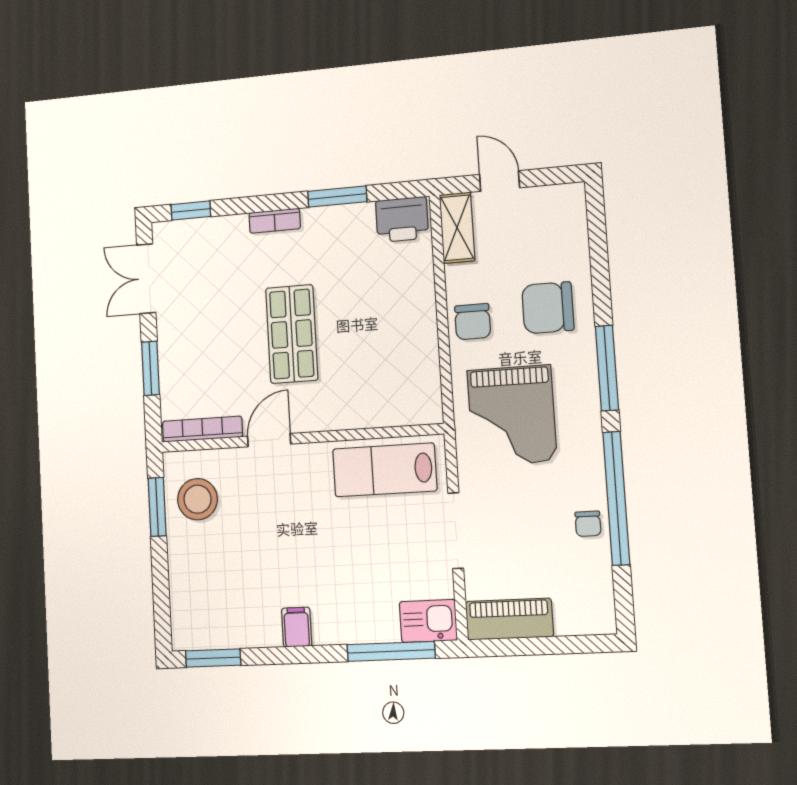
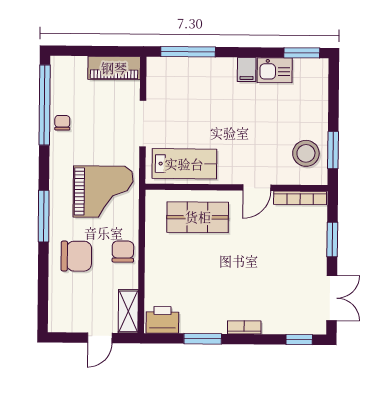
door: (500, 181) -> (100, 338), hinge flipped
shop shelf: (292, 334) -> (198, 217), moved, turned 90
grand piano: (512, 416) -> (103, 192), turned 90
window: (616, 498) -> (45, 105), moved
kitchen sink: (428, 621) -> (275, 70), moved

